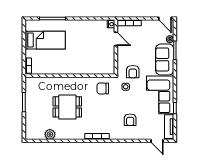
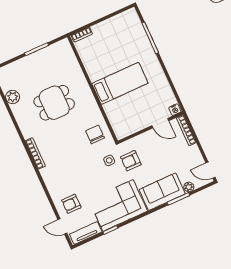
door: (165, 19) -> (210, 170), hinge flipped
door: (116, 39) -> (160, 123), hinge flipped
bed: (45, 40) -> (120, 83), moved, turned -90
dining table: (67, 107) -> (54, 103), turned 90
armchair: (130, 120) -> (71, 204), moved
door: (157, 141) -> (62, 226), hinge flipped

